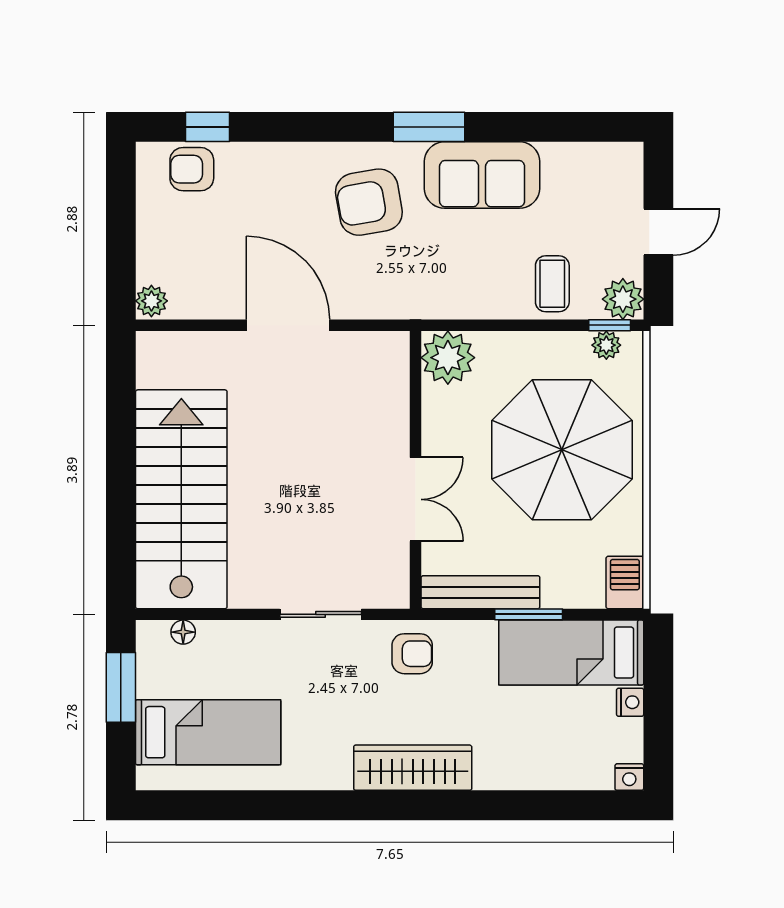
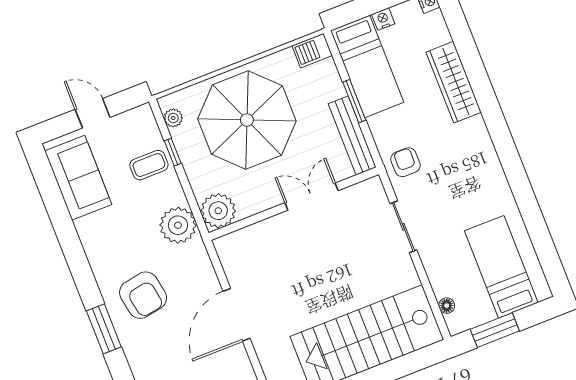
window: (429, 127) -> (104, 329), moved
sofa: (482, 175) -> (78, 178), moved
plant: (623, 299) -> (178, 225), moved, width x1.36, depth x1.36
window: (610, 325) -> (173, 152), moved
wardrobe: (413, 768) -> (454, 82), moved

